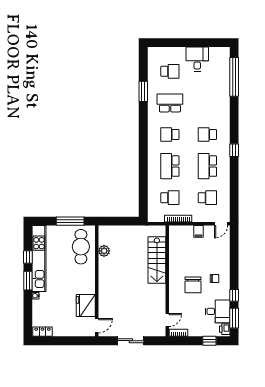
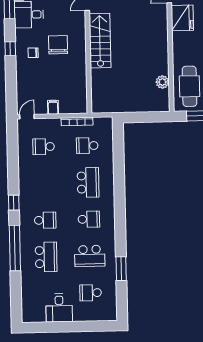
window: (234, 77) -> (15, 248), moved
school desk: (207, 166) -> (46, 257), moved
stairs: (157, 260) -> (100, 41), moved
window: (234, 295) -> (10, 49), moved

